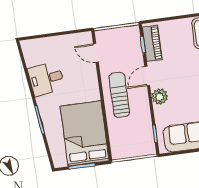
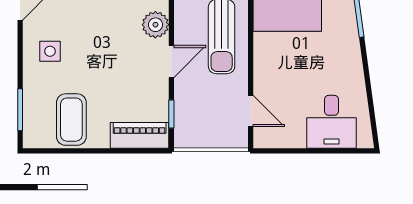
piano: (152, 43) -> (140, 135), moved, turned 90
desk: (46, 79) -> (331, 122), moved, turned 98

